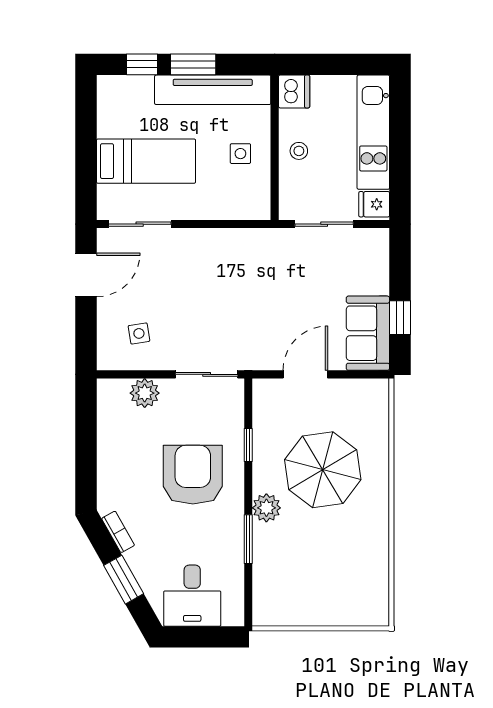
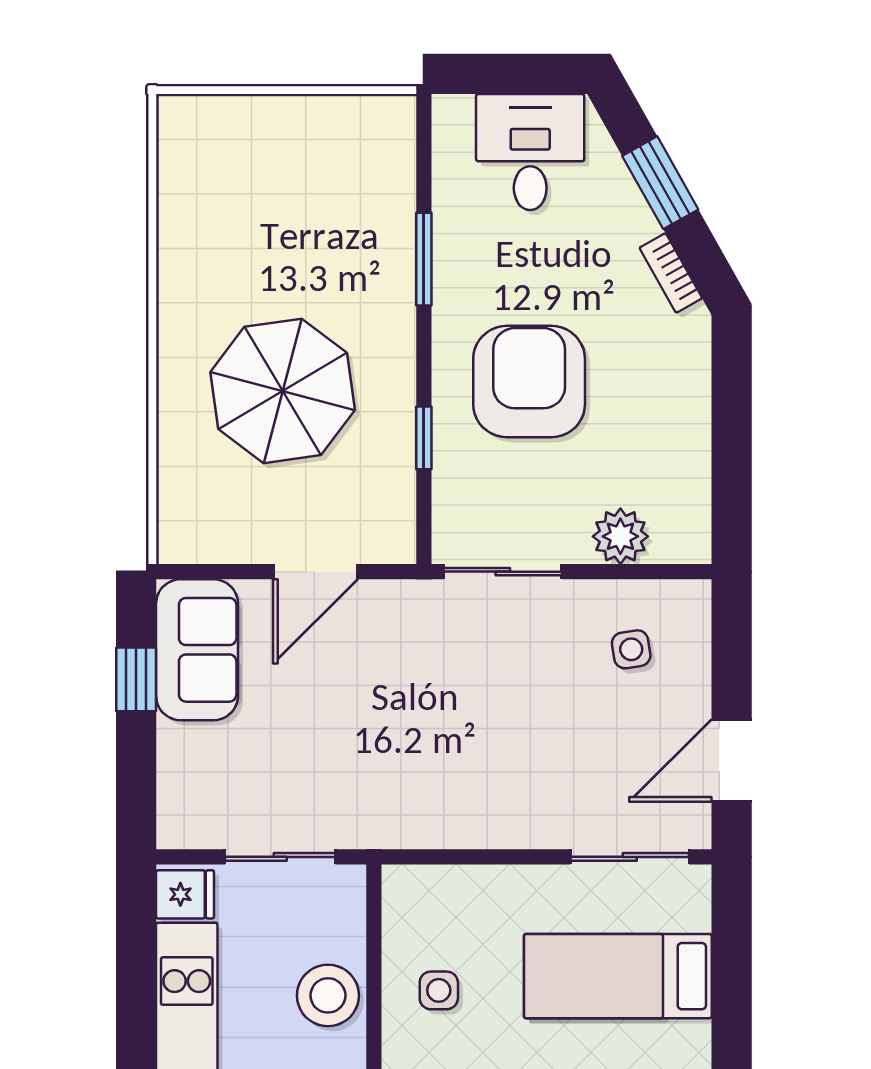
stool: (299, 151) -> (328, 995), width x1.89, depth x1.89
armchair: (193, 475) -> (529, 382), turned 180
plant: (266, 508) -> (389, 319), removed

